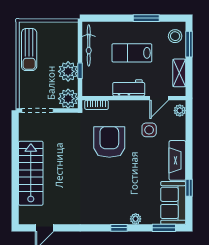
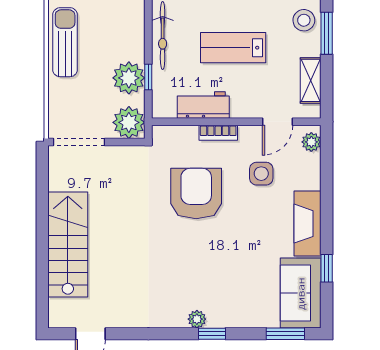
sun lounger: (29, 50) -> (65, 42), turned 180
workbench: (129, 88) -> (203, 105), moved
bookcase: (97, 105) -> (218, 133), moved
plant: (136, 219) -> (197, 319), moved

